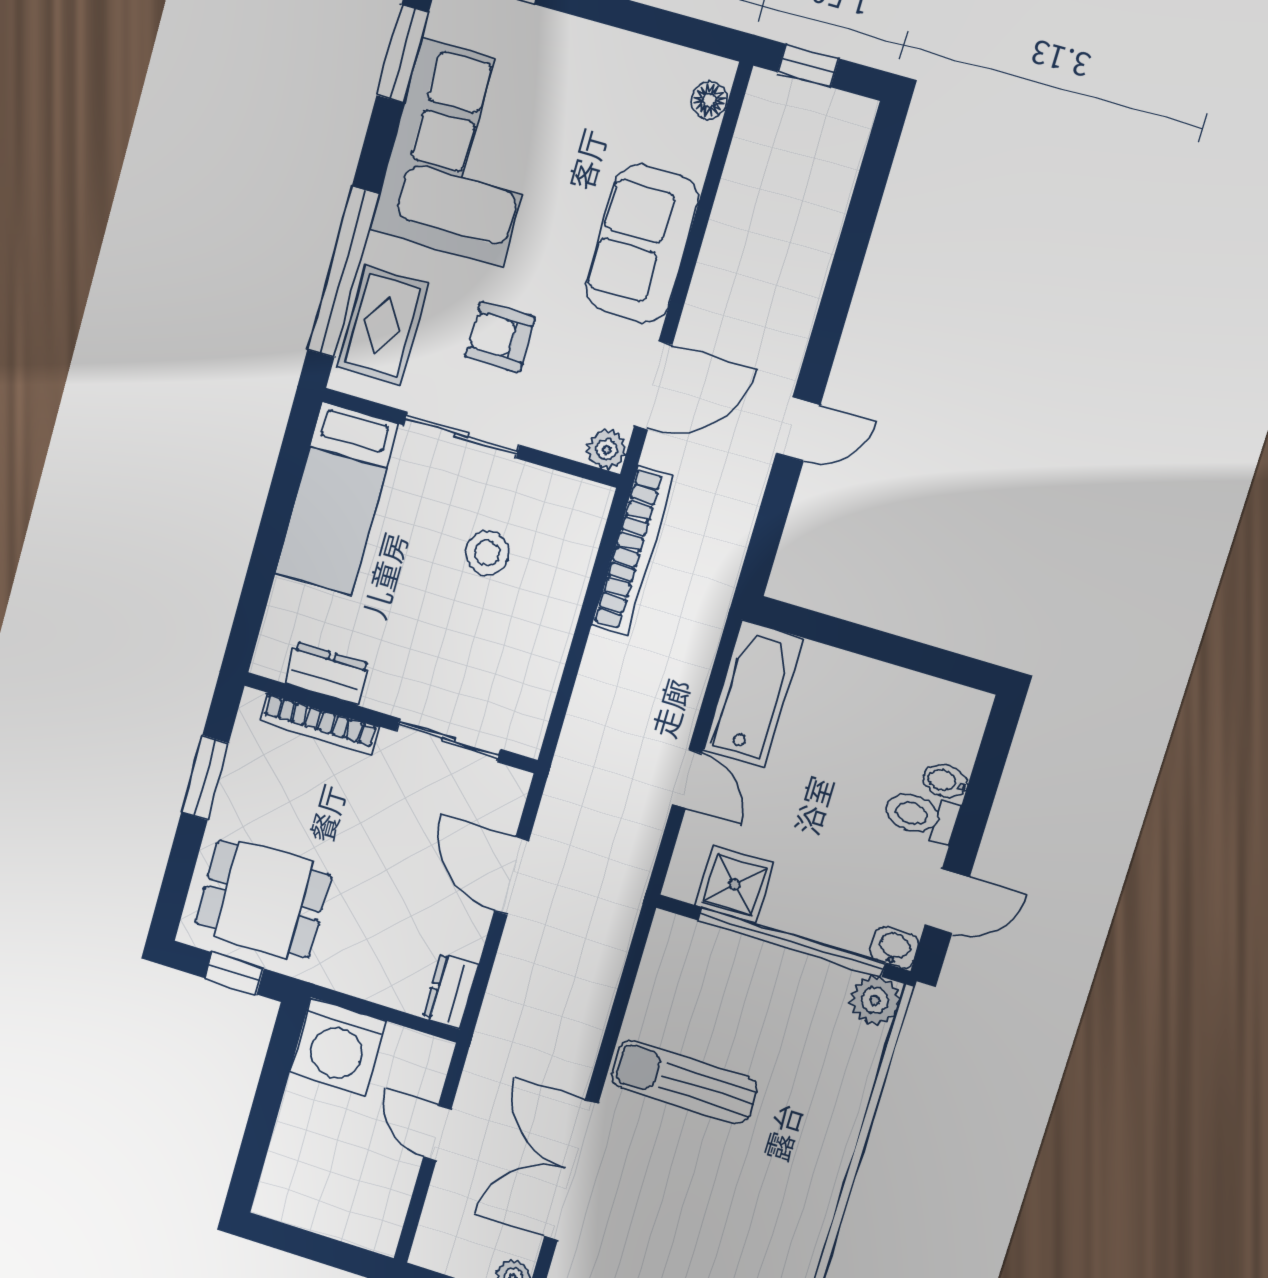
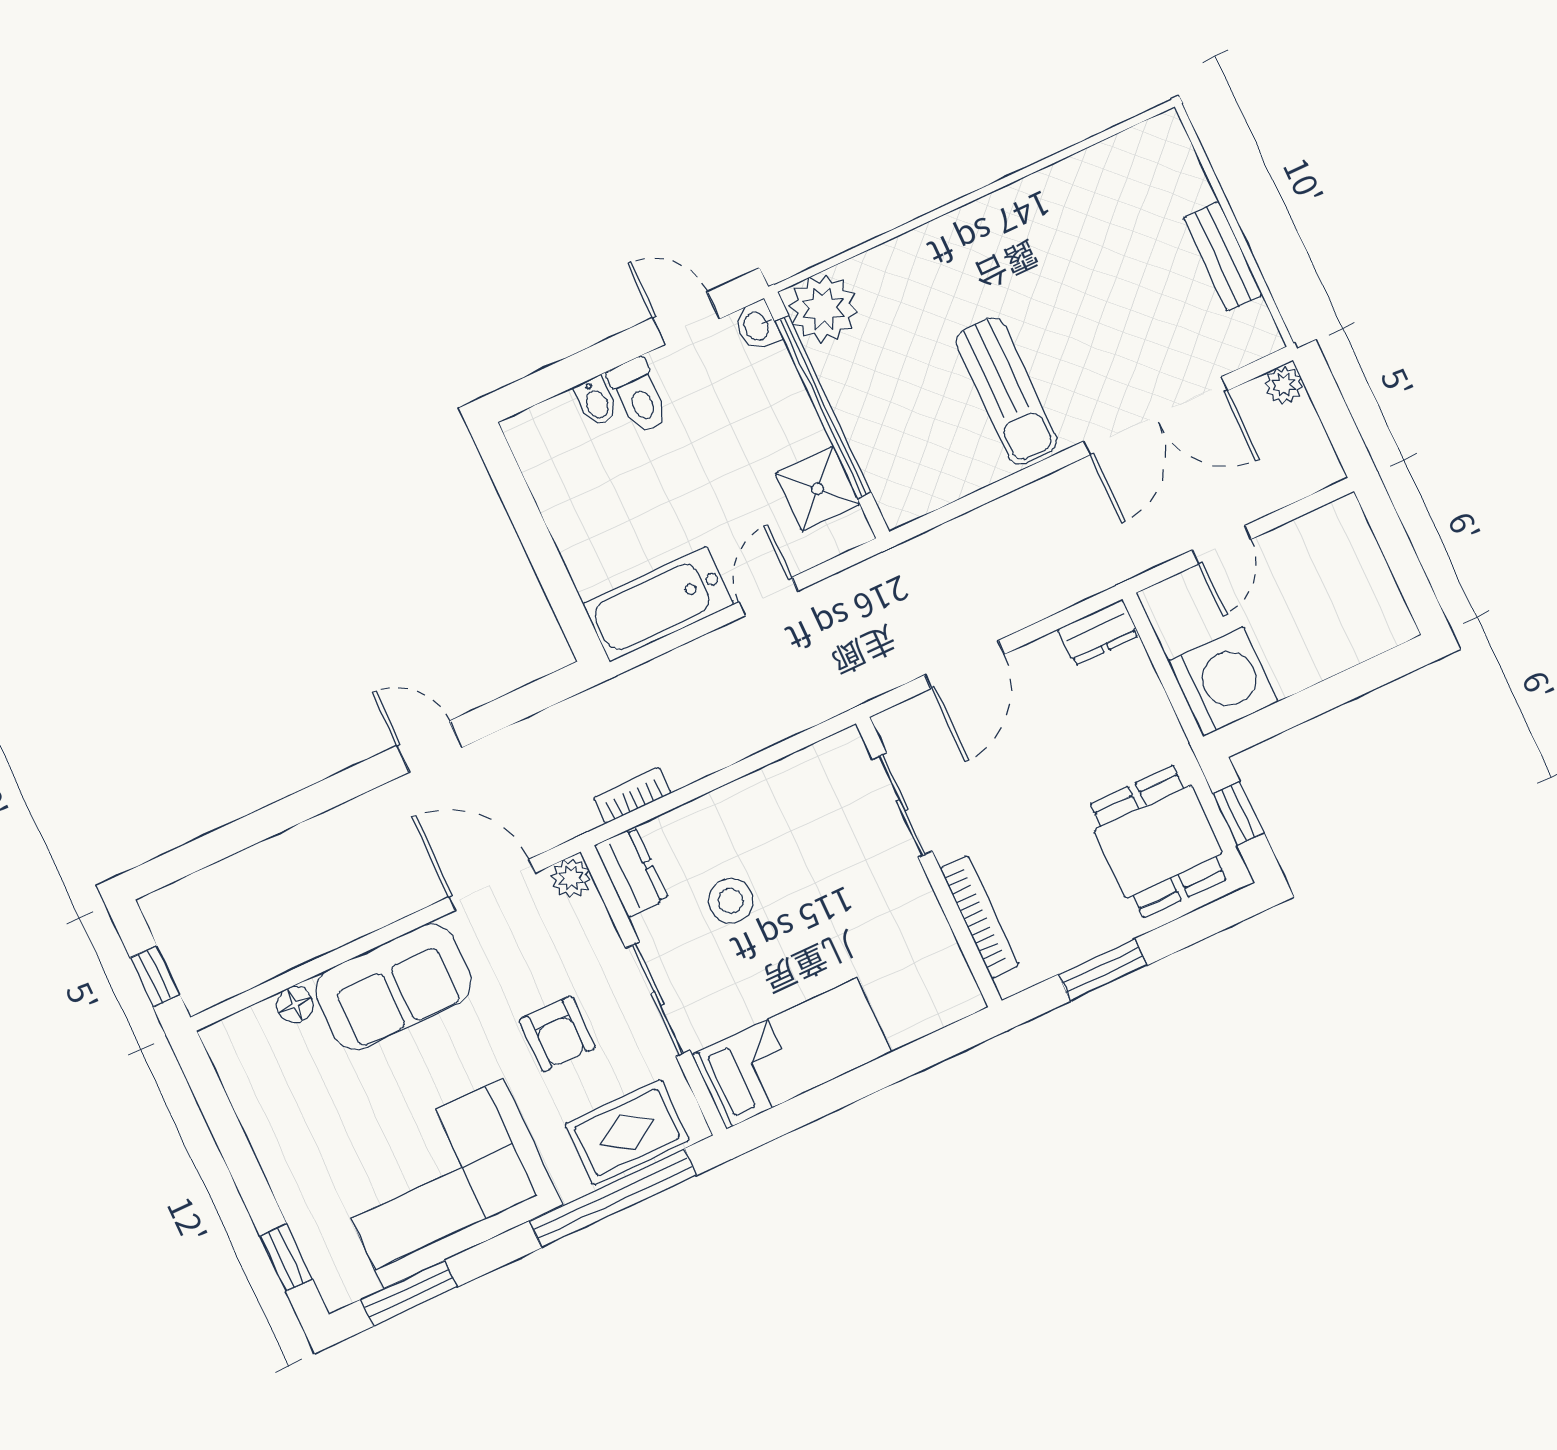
floor lamp: (709, 100) -> (295, 1005), moved
bookcase: (633, 550) -> (632, 795), width x0.43, depth x0.76
dresser: (327, 673) -> (631, 872), moved, turned 180
plant: (875, 1000) -> (823, 308), width x1.36, depth x1.36

